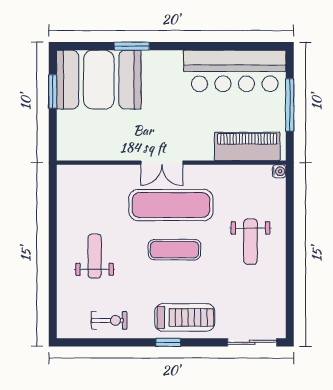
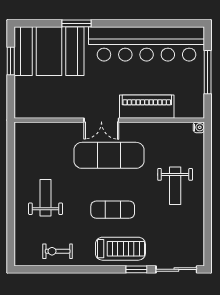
bar counter: (235, 71) -> (147, 44), width x1.36
piano: (247, 146) -> (147, 107), moved
exercise mat: (174, 250) -> (113, 210), moved
exercise bike: (109, 320) -> (58, 251), turned 180
window: (168, 342) -> (136, 269), moved

